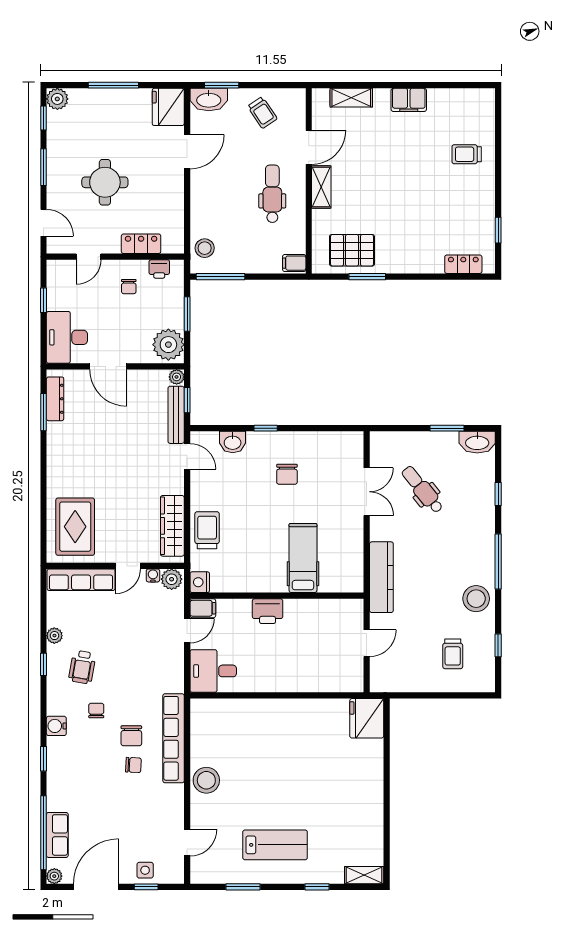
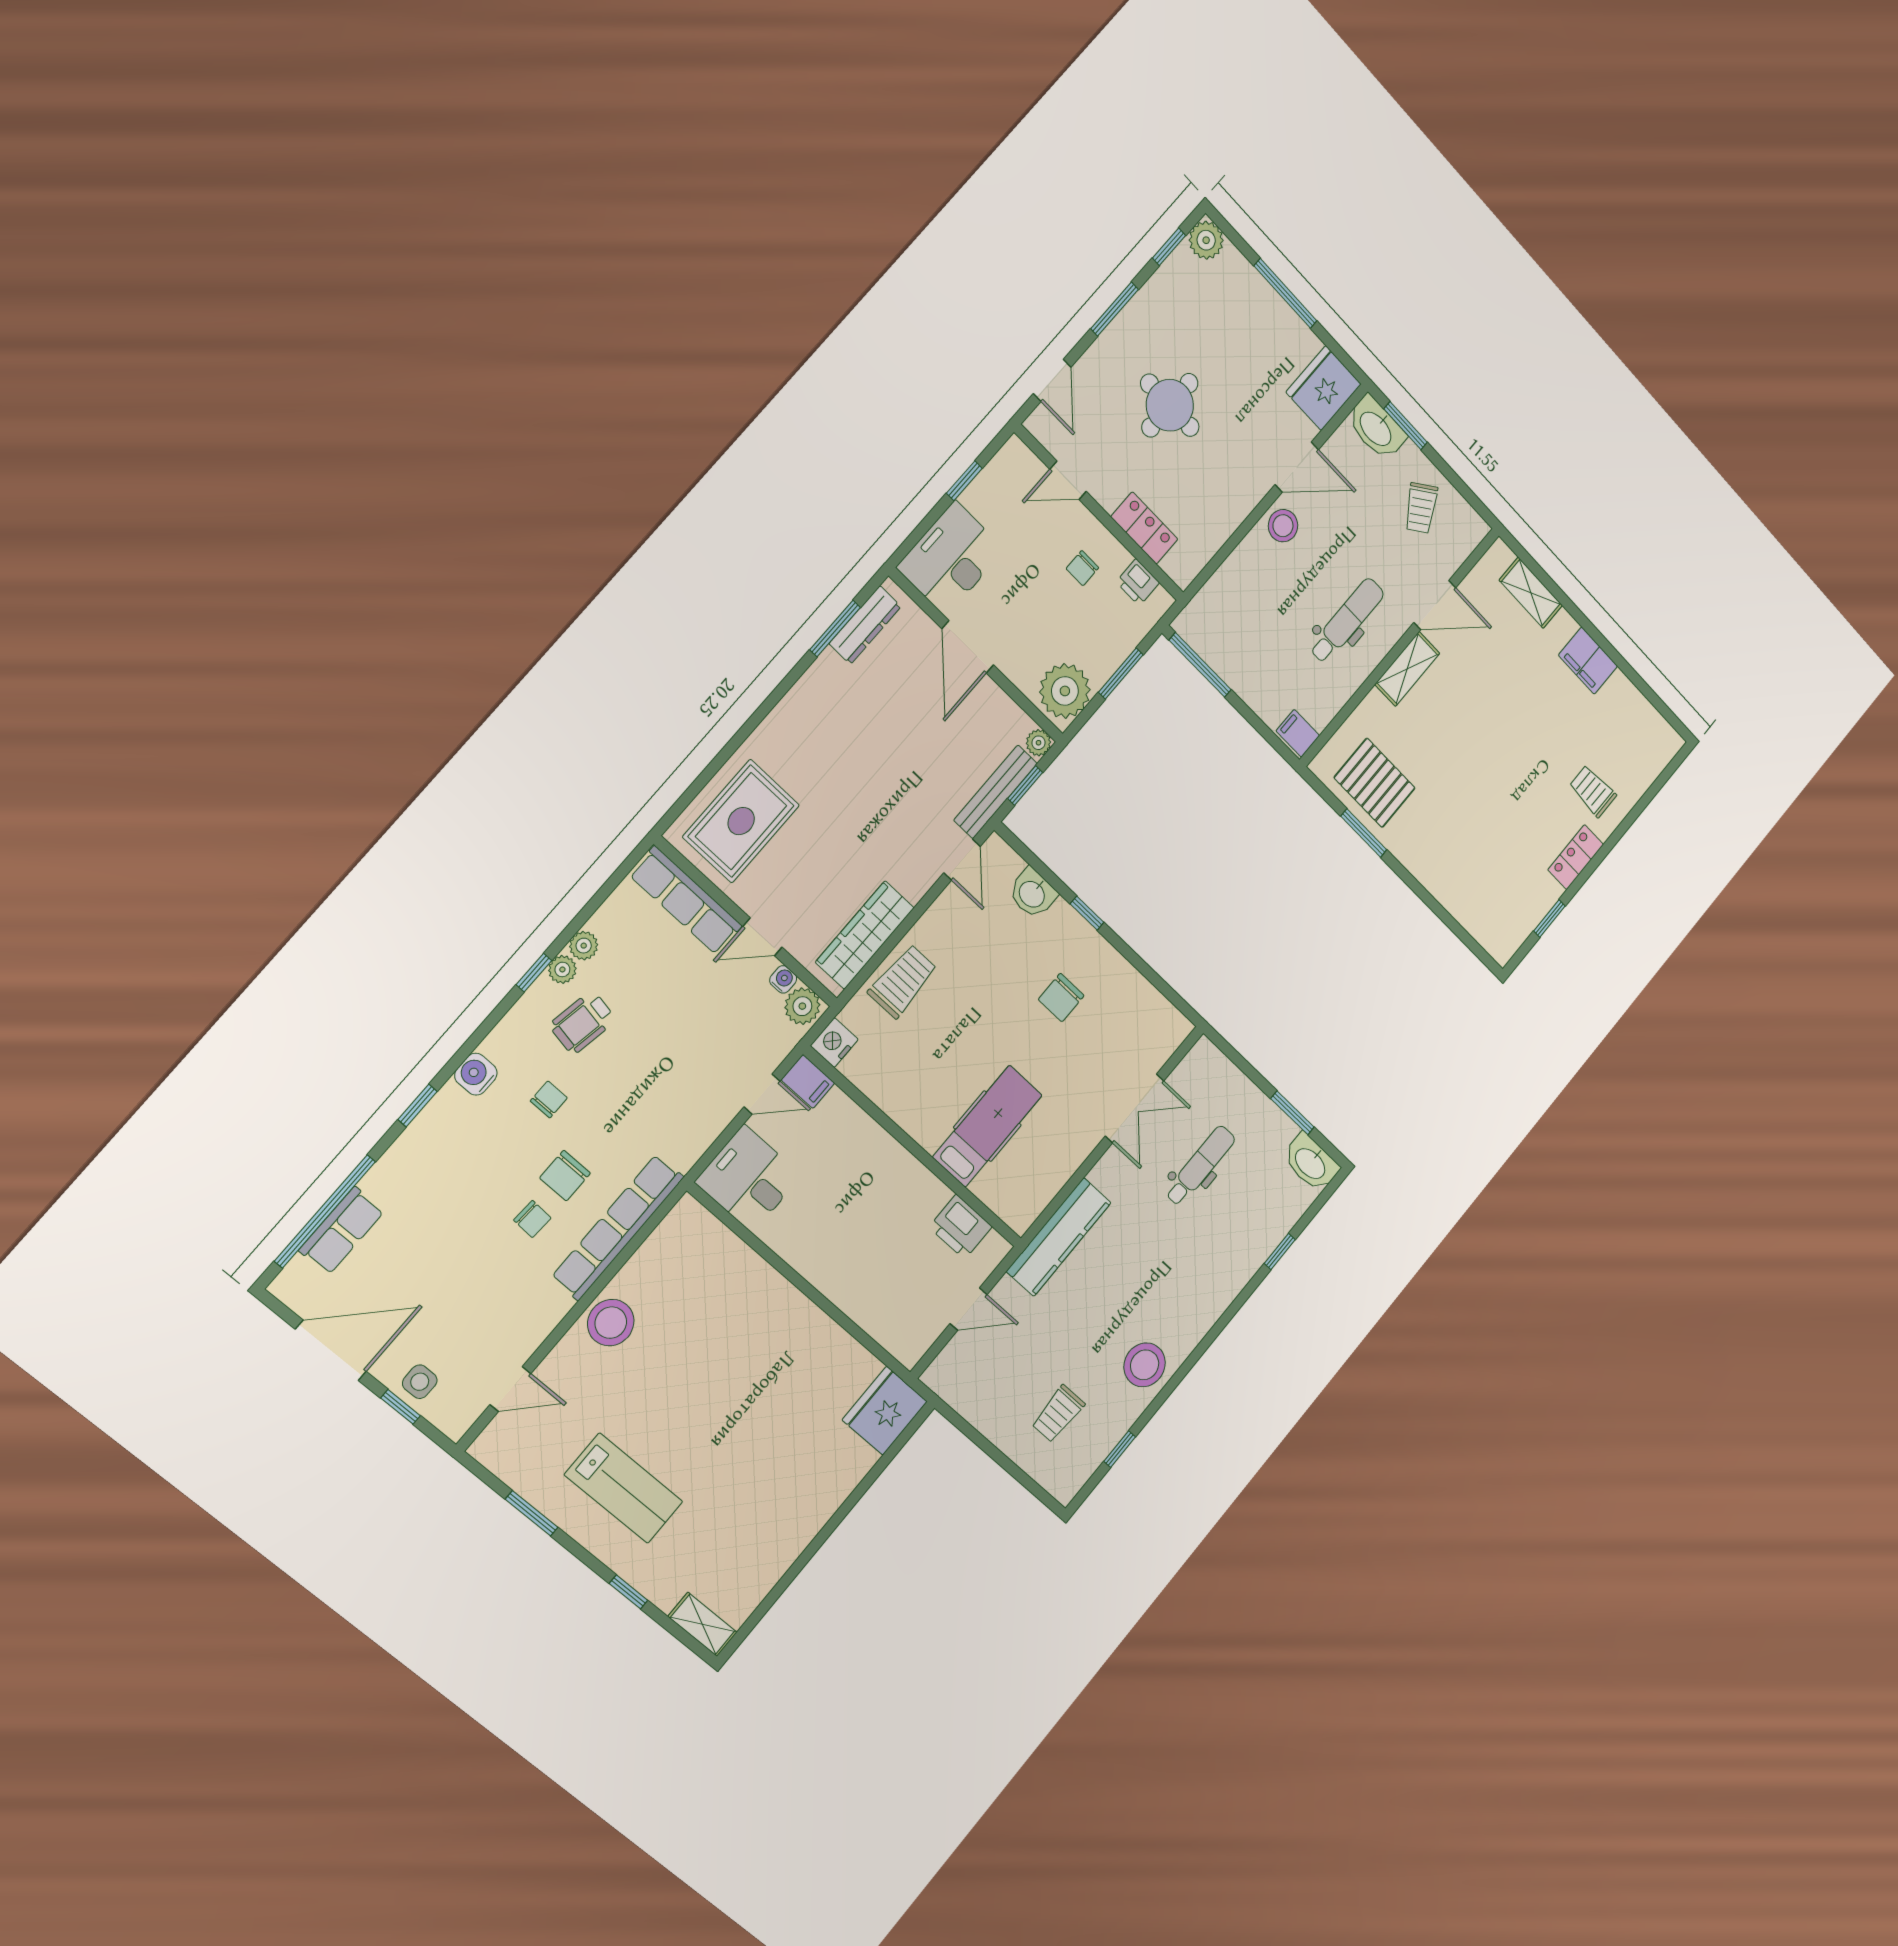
stool: (205, 248) -> (1283, 526), moved
locker: (463, 264) -> (1576, 857), moved, turned -90
dental chair: (422, 490) -> (1200, 1166), turned 39
window: (498, 562) -> (1209, 1339), removed
printer: (268, 611) -> (961, 1227), moved
plant: (54, 876) -> (562, 969), moved

